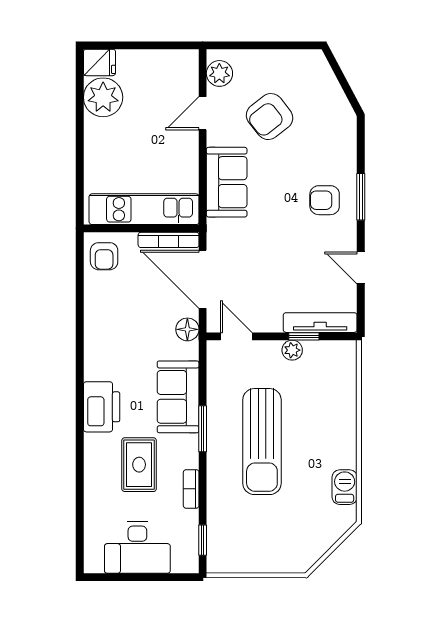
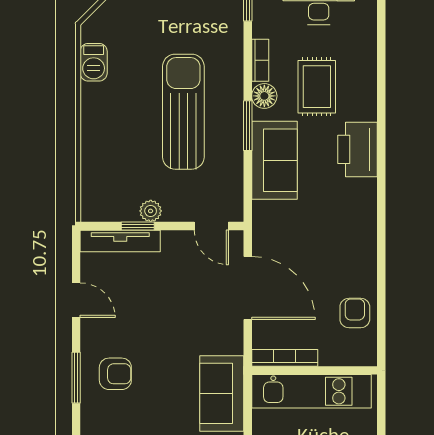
kitchen unit: (144, 209) -> (311, 391), moved
wall: (141, 228) -> (314, 370), moved
bookcase: (169, 240) -> (285, 358), moved
floor lamp: (187, 329) -> (264, 96), moved

